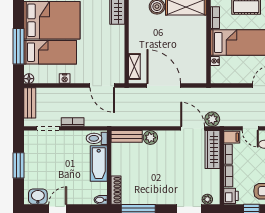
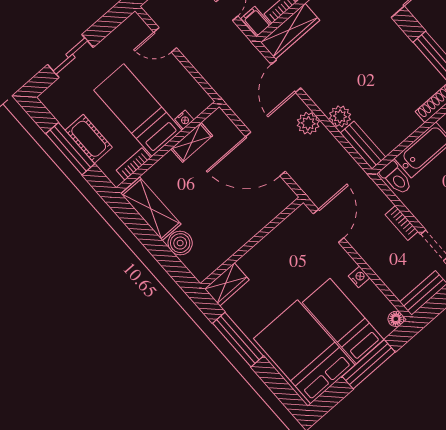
shelving: (134, 66) -> (192, 142), moved
door: (164, 86) -> (265, 154), hinge flipped
plant: (212, 119) -> (308, 123), moved

